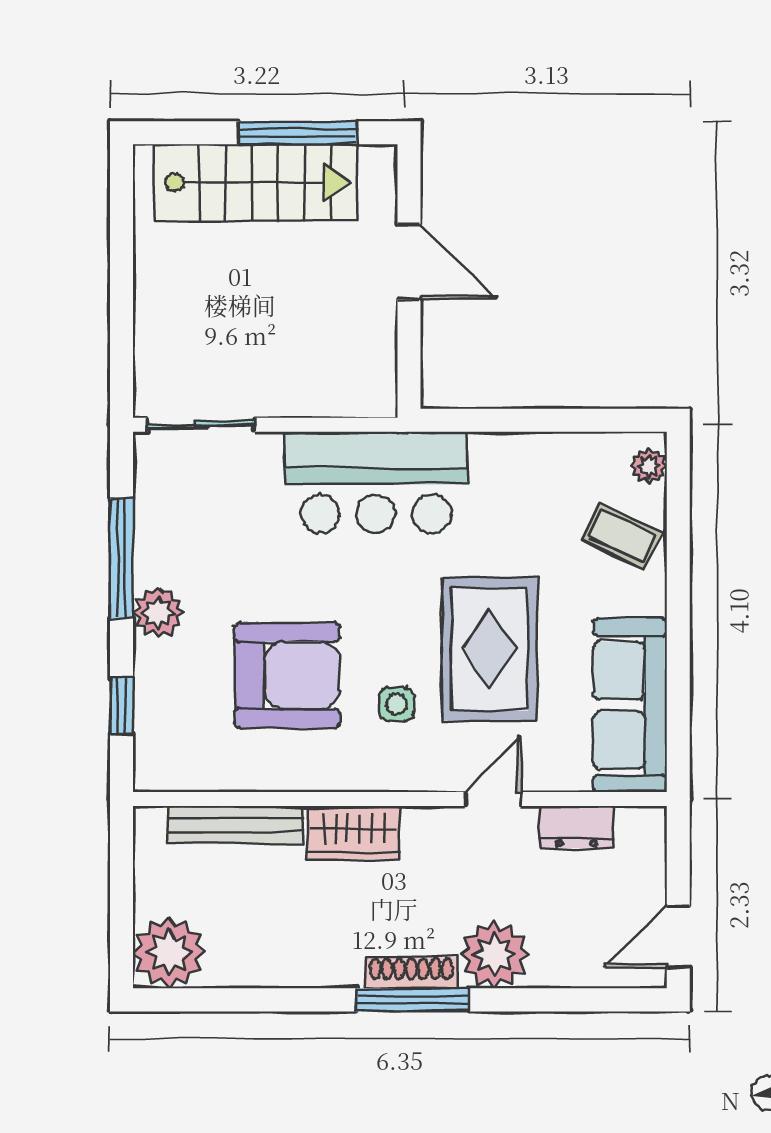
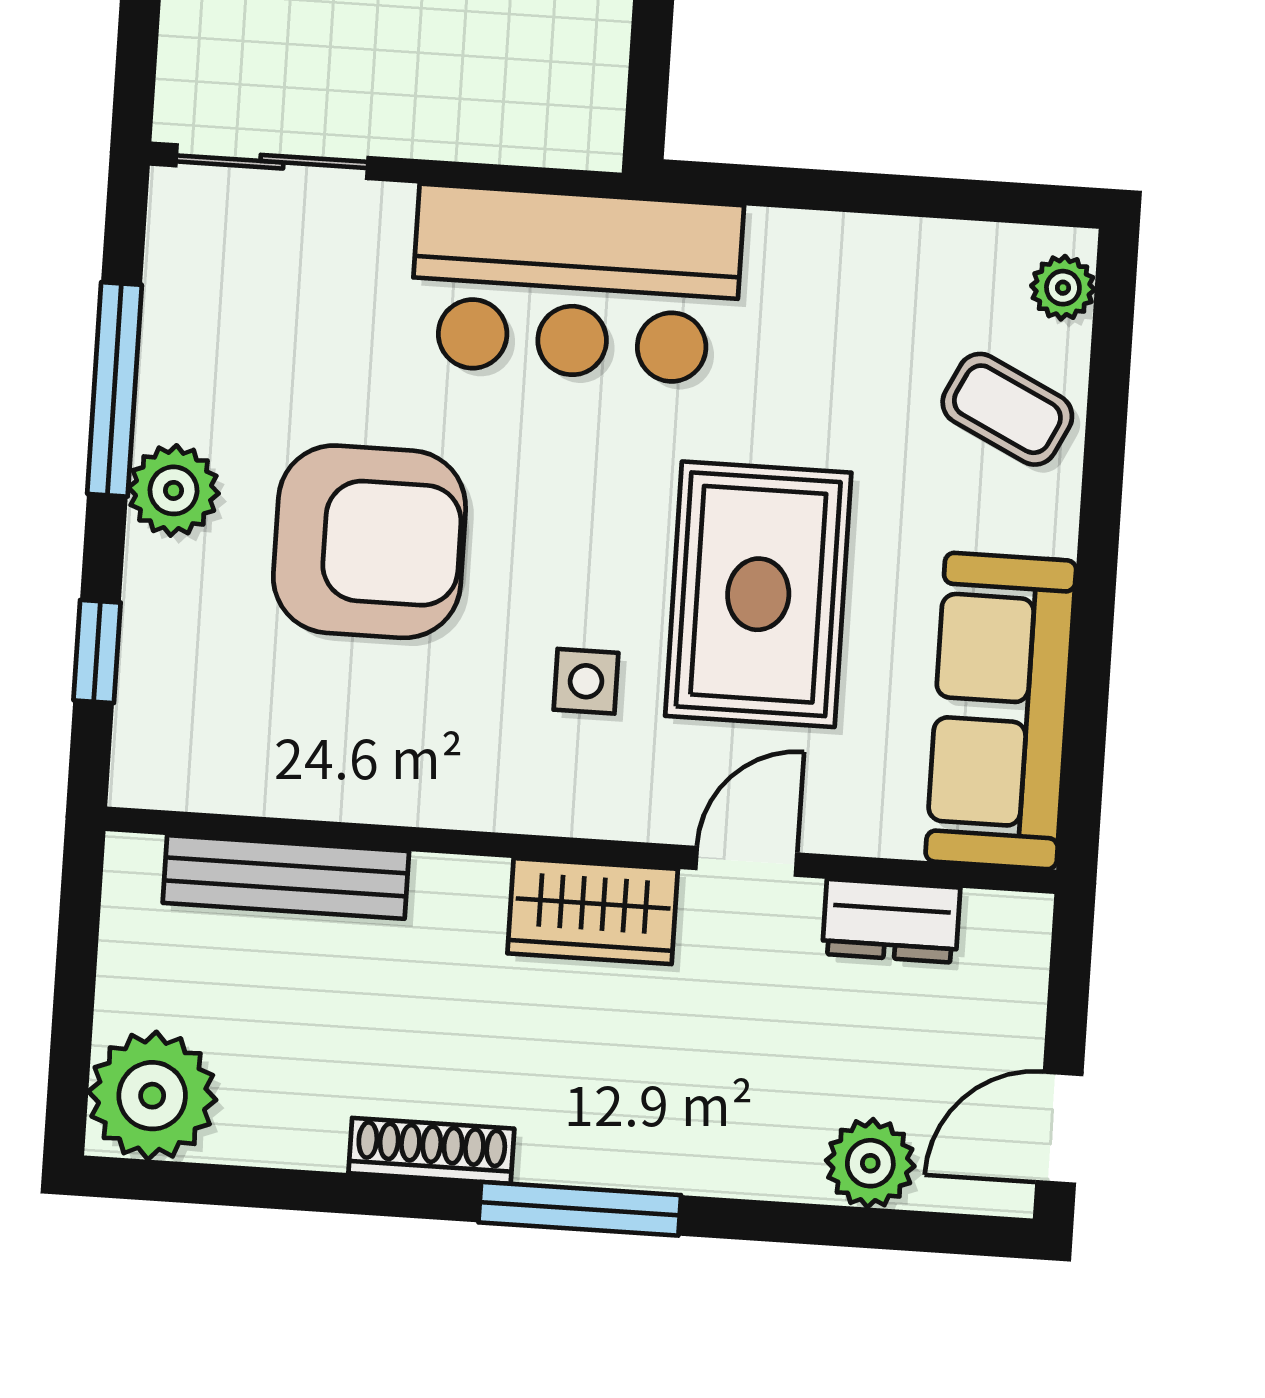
armchair: (287, 675) -> (369, 542), moved
wardrobe: (353, 833) -> (593, 911), moved
plant: (494, 955) -> (870, 1163), moved, width x0.73, depth x0.73
shoe rack: (411, 973) -> (431, 1151), moved

